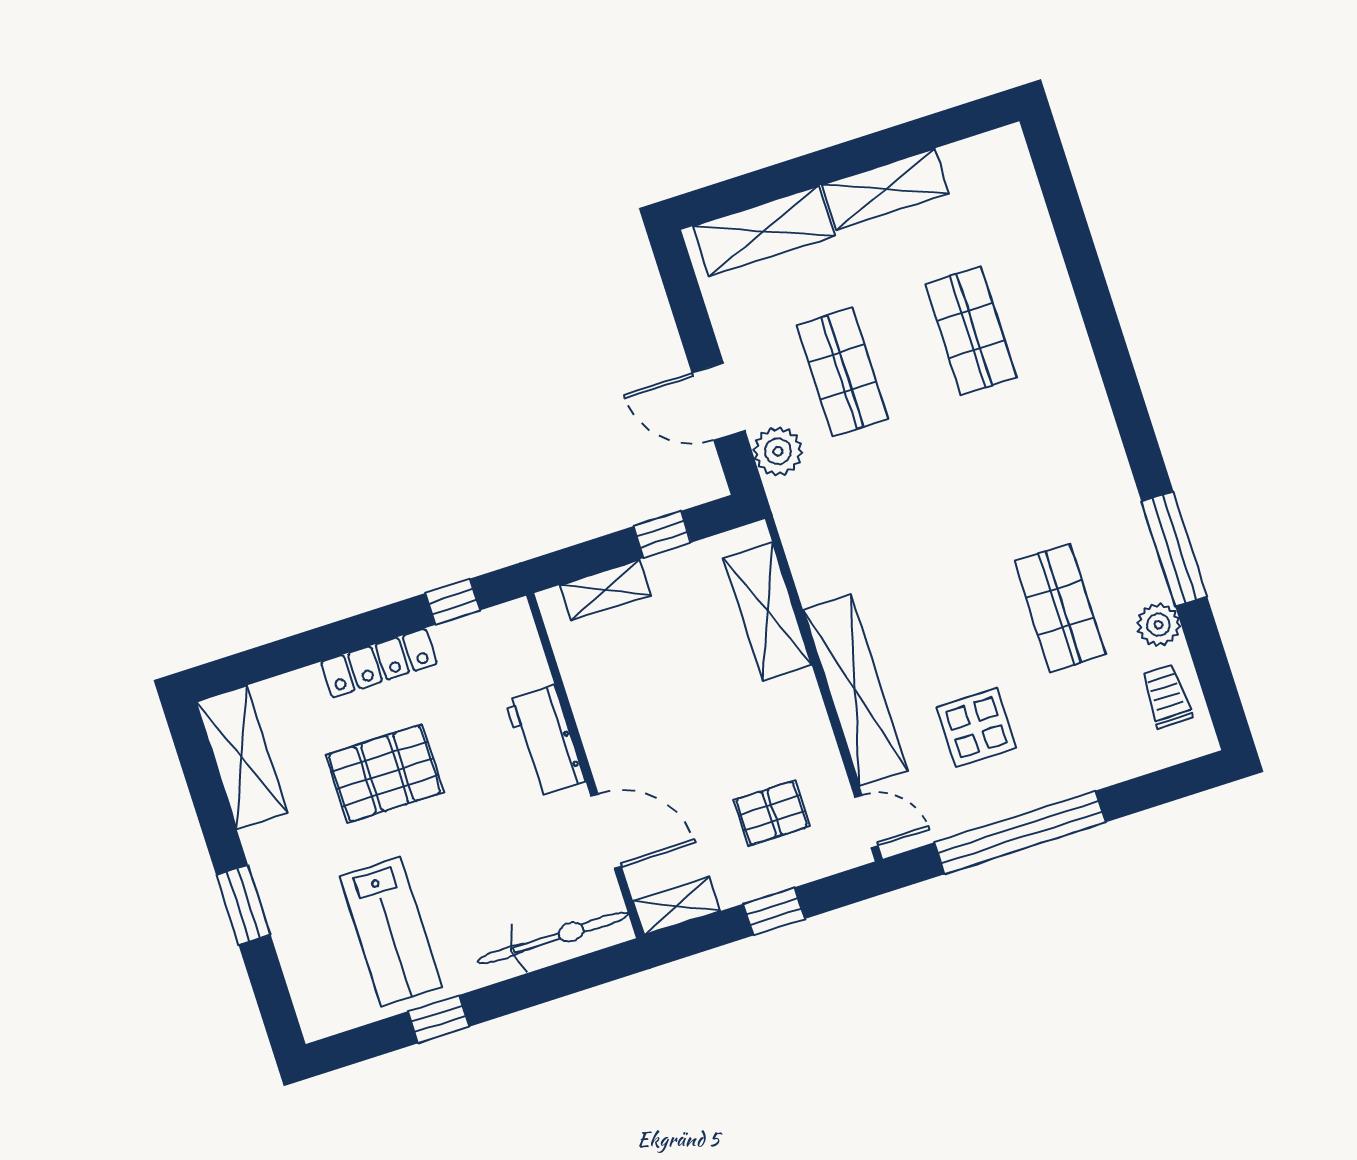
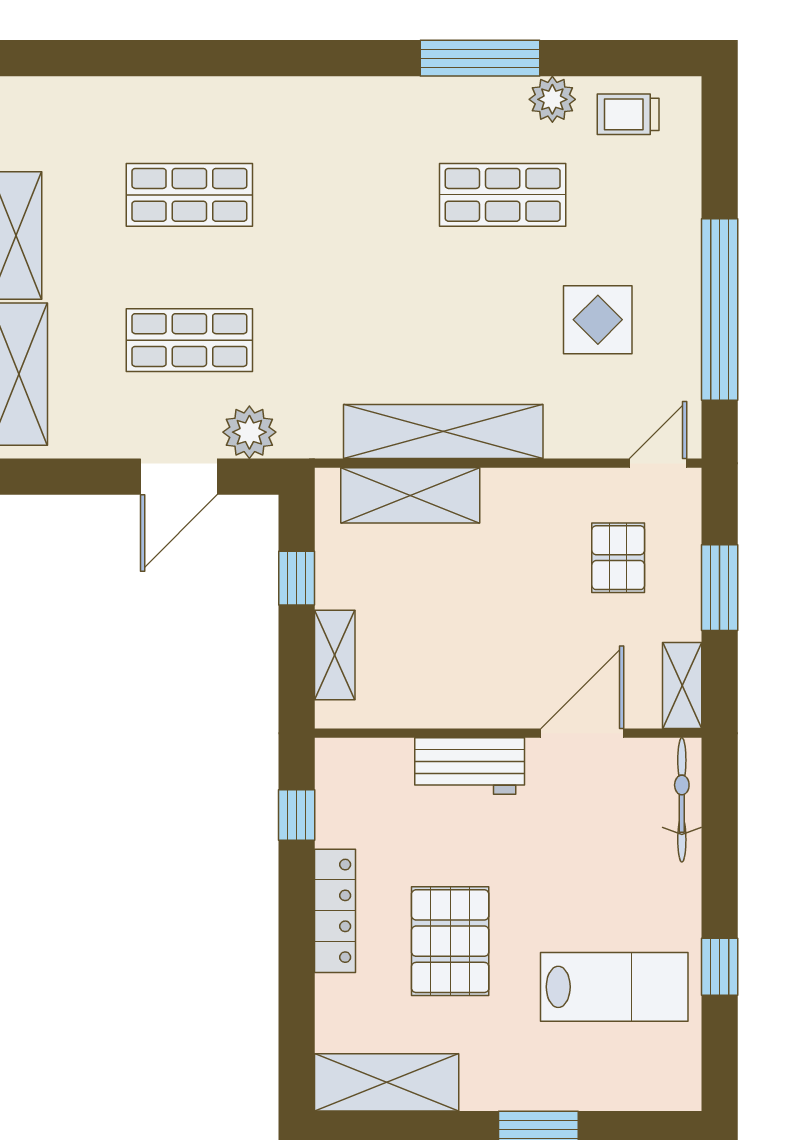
shelving: (855, 690) -> (443, 432), moved
window: (774, 911) -> (720, 588), width x1.50
bicycle: (553, 938) -> (682, 800), width x0.73, depth x0.71

